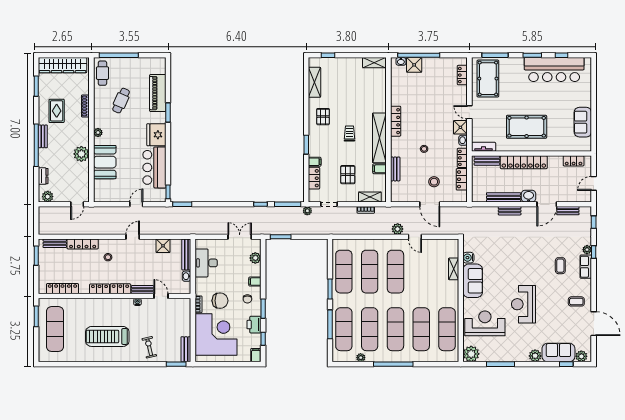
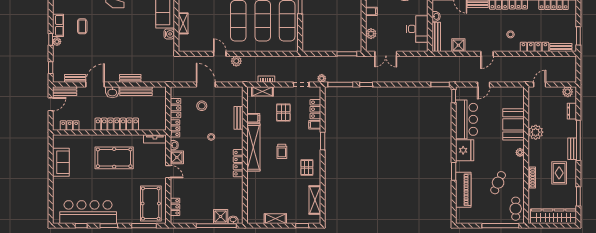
shelving: (374, 63) -> (275, 219), moved
bench: (487, 161) -> (65, 91), moved

